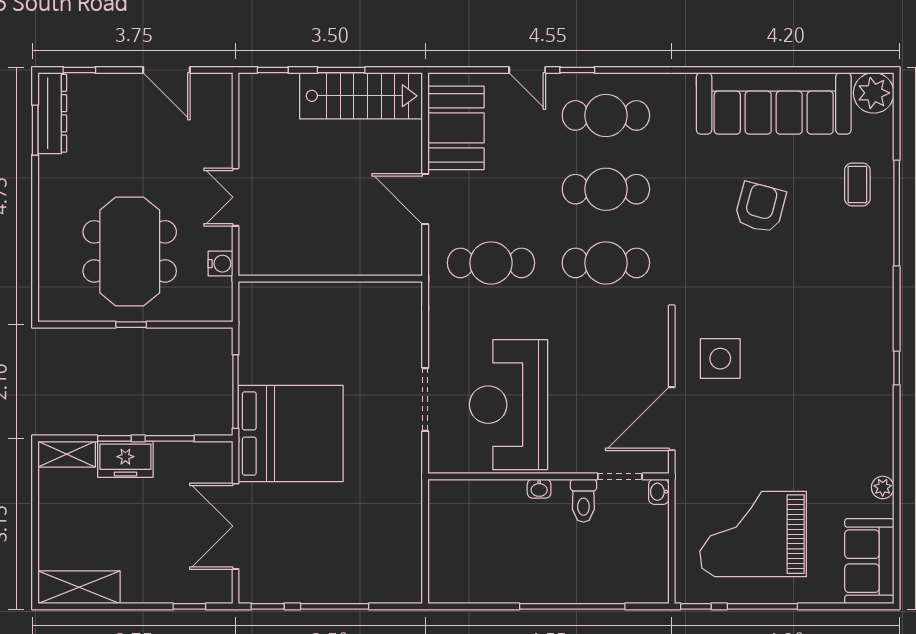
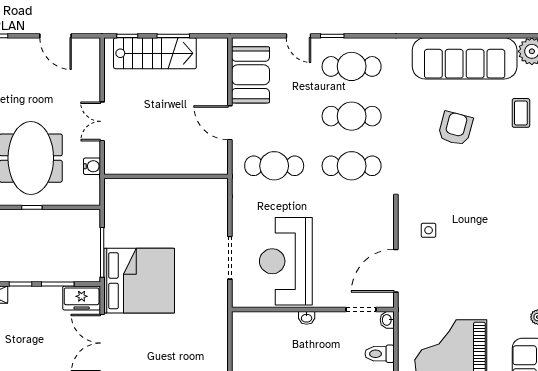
stairs: (361, 96) -> (155, 53), moved
side table: (720, 359) -> (429, 230), width x0.54, depth x0.54
freezer: (125, 459) -> (82, 298), moved
toilet: (583, 501) -> (380, 354), moved, turned 90

